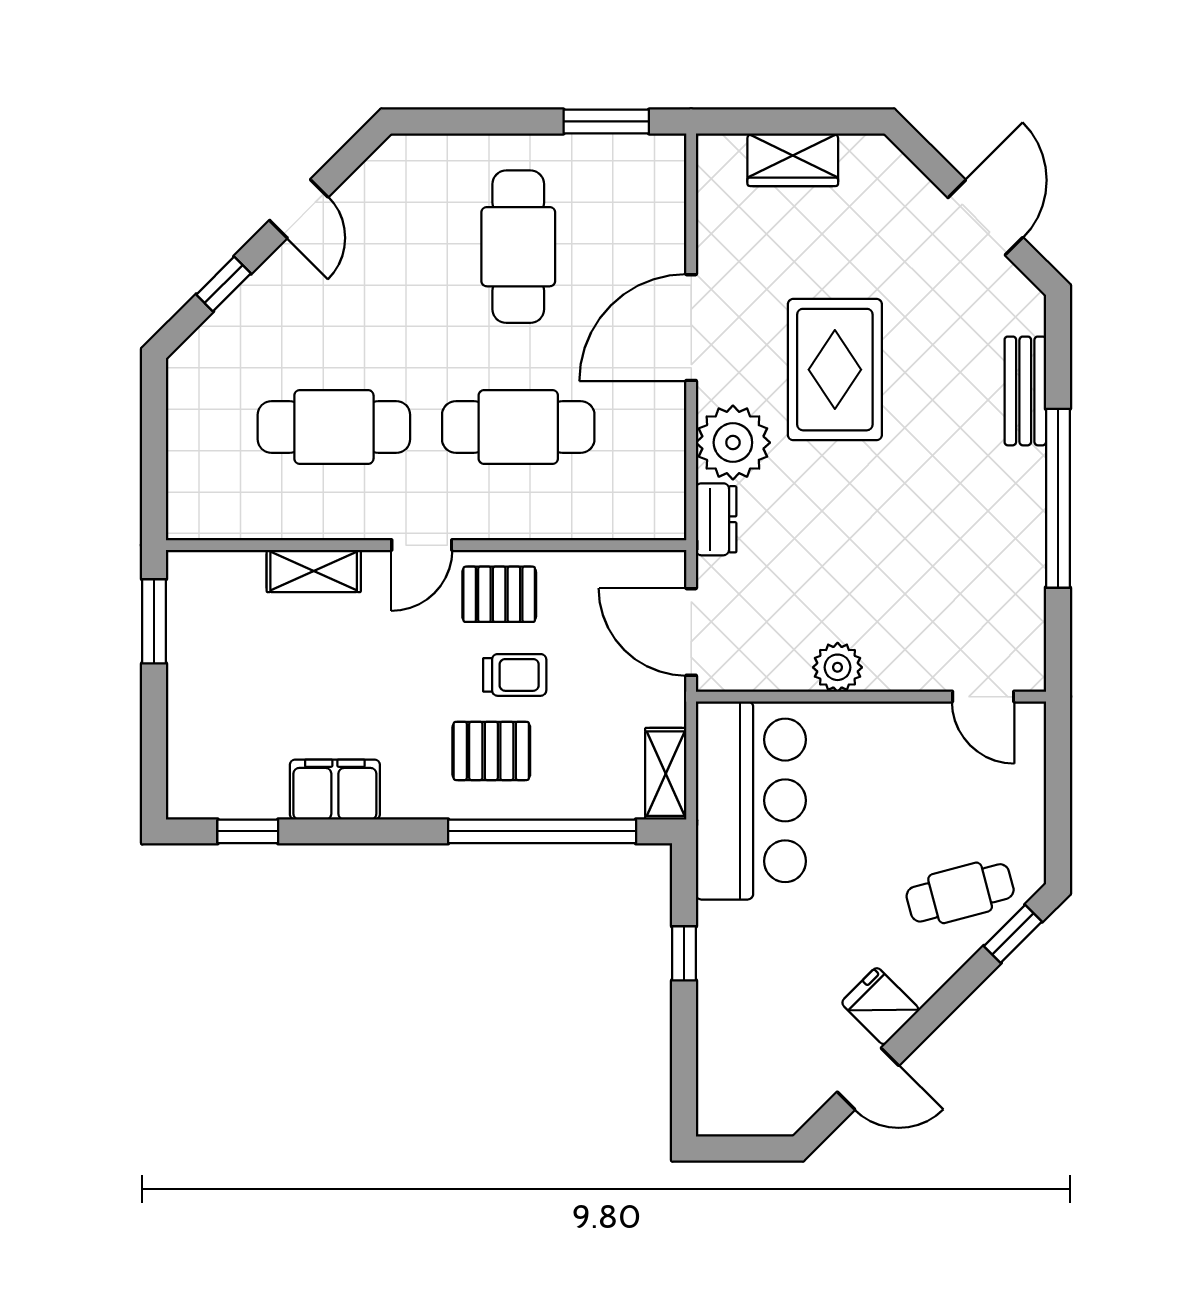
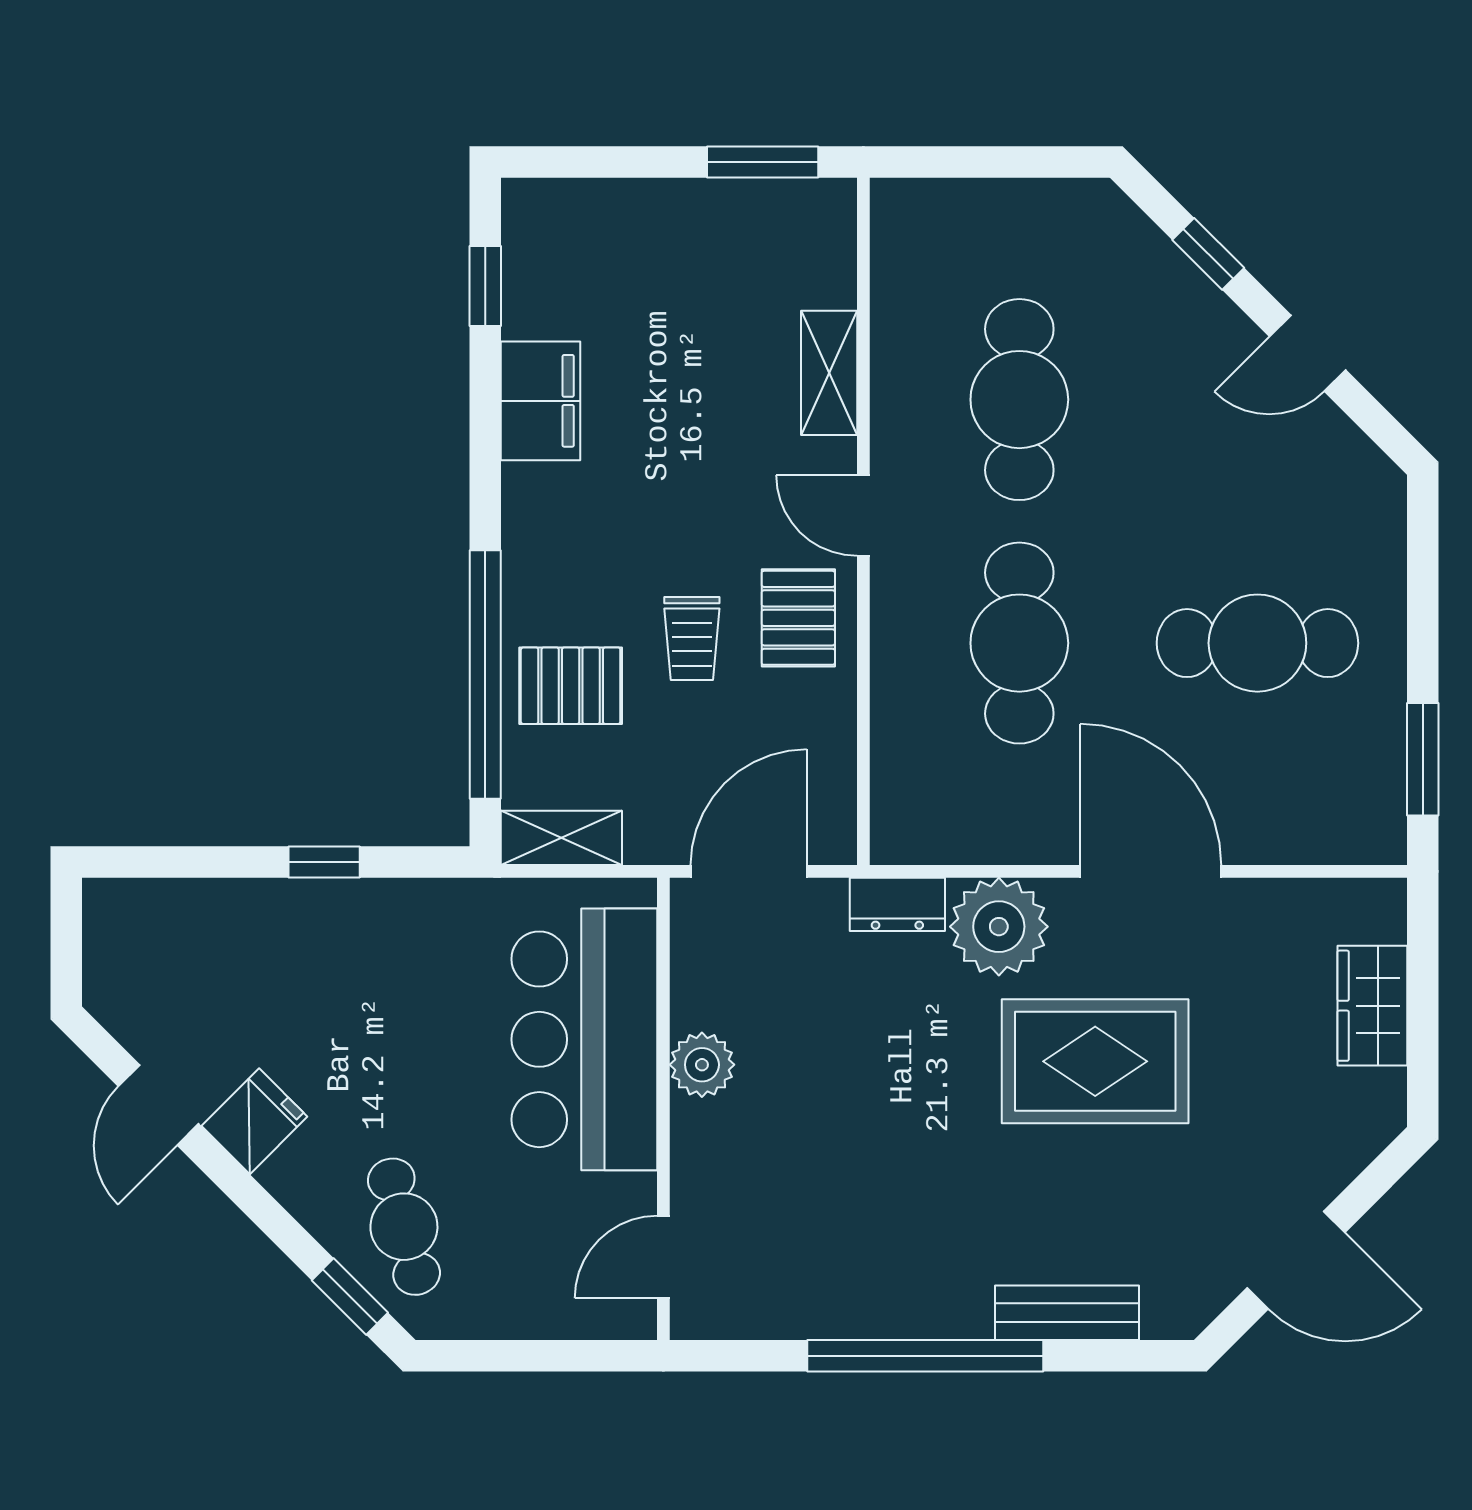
pallet: (491, 751) -> (571, 686), moved, turned 90
bar counter: (751, 800) -> (584, 1039), moved, turned 90

